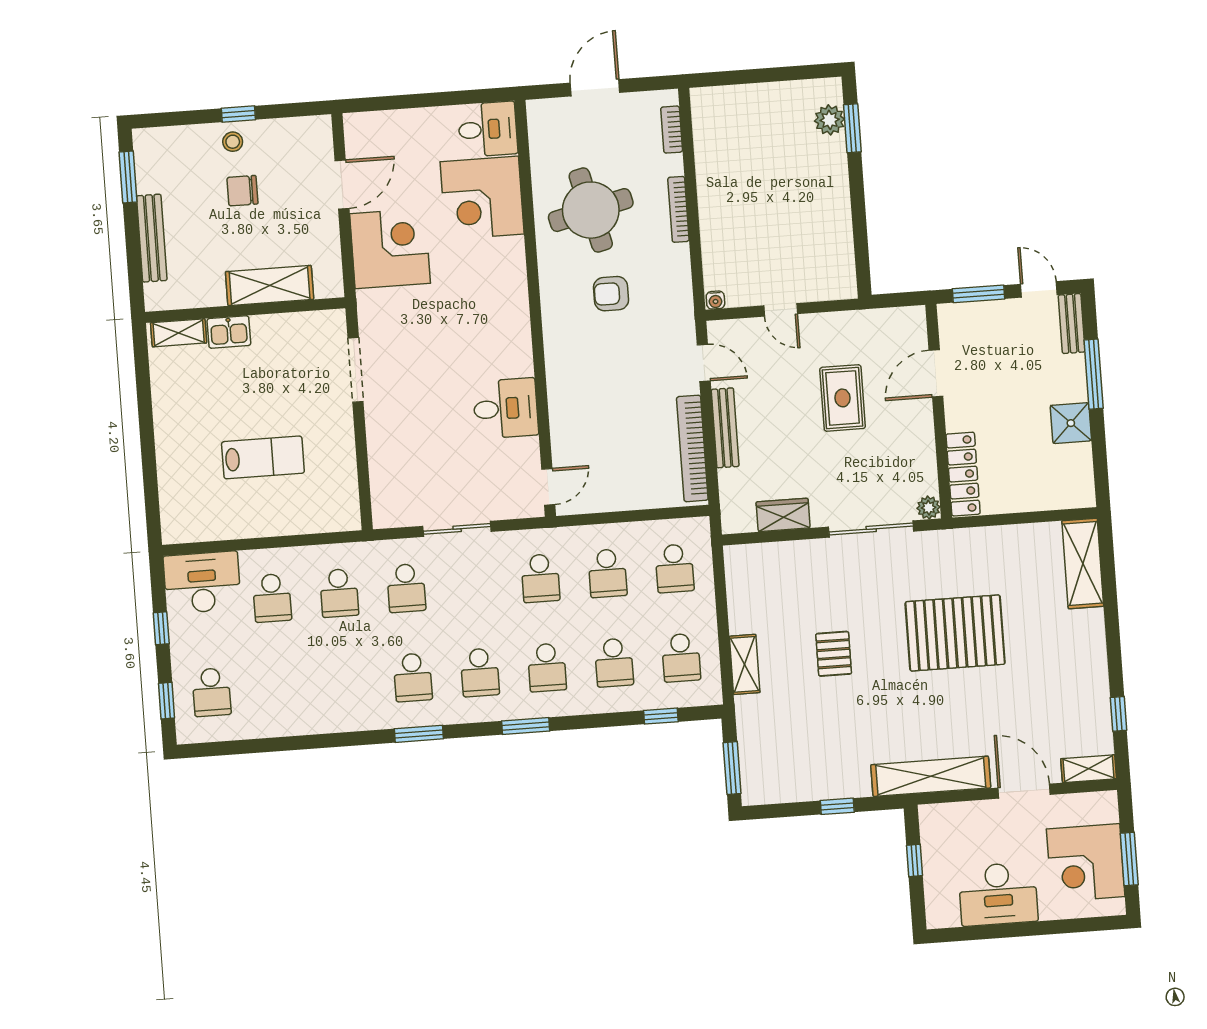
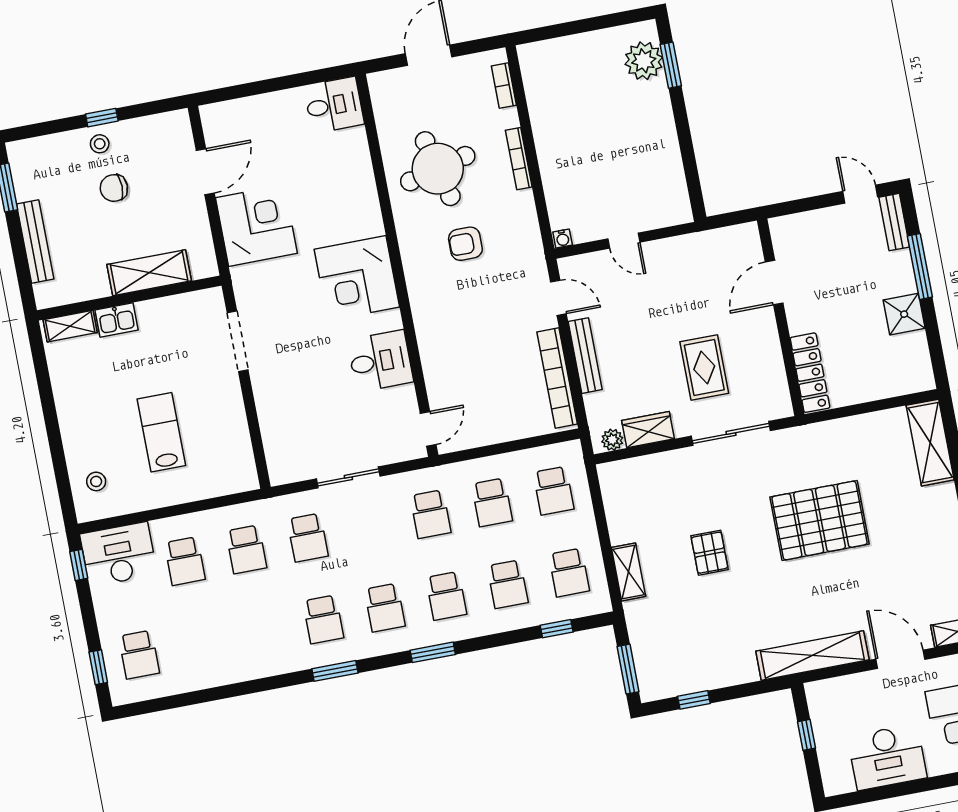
plant: (830, 120) -> (644, 61), width x1.36, depth x1.36
corner desk: (482, 198) -> (357, 278), moved
window: (978, 294) -> (805, 205), removed
rug: (843, 398) -> (704, 368), moved
lab bench: (263, 457) -> (161, 432), turned -90
stool: (187, 502) -> (96, 481), added
plant: (929, 508) -> (612, 440), moved
window: (161, 628) -> (79, 565), moved
window: (837, 806) -> (694, 700), moved

